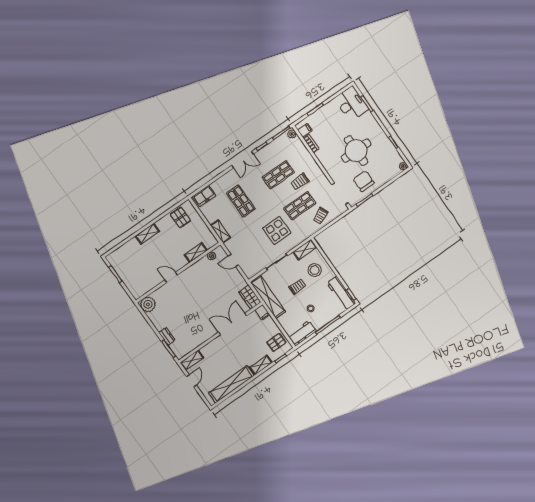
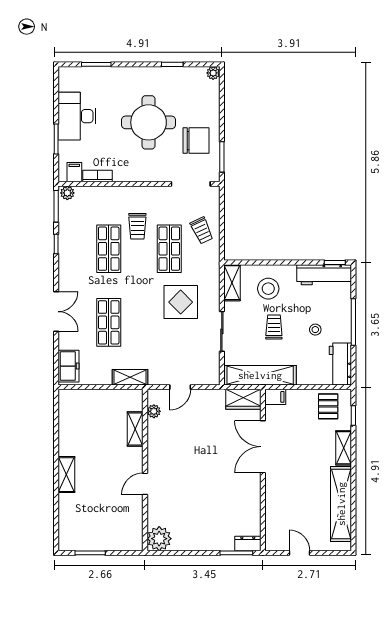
desk: (351, 104) -> (77, 116), moved, turned -90
double door: (243, 160) -> (56, 312), moved
chair: (364, 181) -> (196, 140), turned 180
shop shelf: (241, 201) -> (109, 322), turned 90
pallet: (180, 217) -> (75, 417), removed
dresser: (167, 336) -> (248, 543), moved
shelving: (192, 360) -> (273, 533), removed

